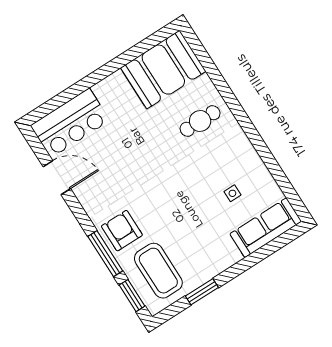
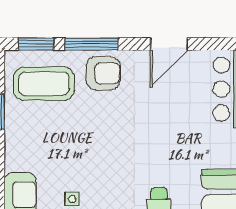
door: (57, 178) -> (169, 44), moved

